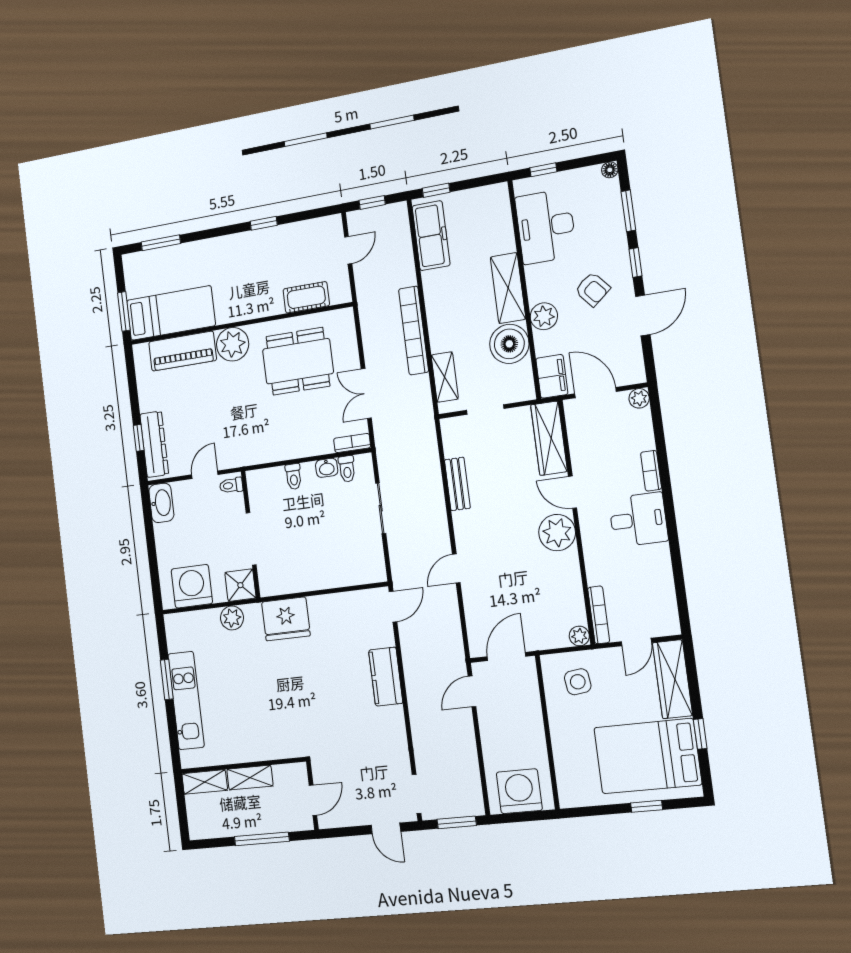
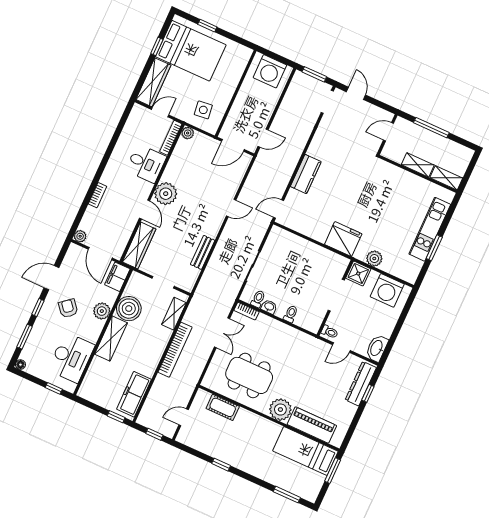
desk: (638, 520) -> (146, 164), moved, turned 180

